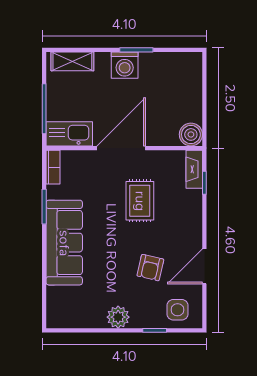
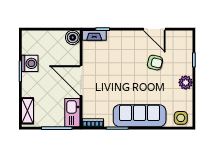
washing machine: (125, 65) -> (30, 63), moved
rug: (140, 201) -> (114, 69), removed
side table: (178, 310) -> (181, 118), moved

